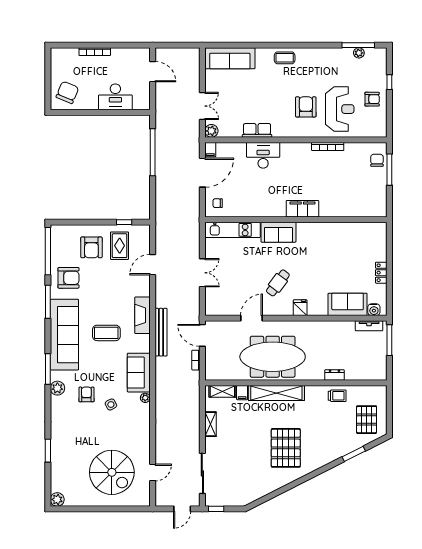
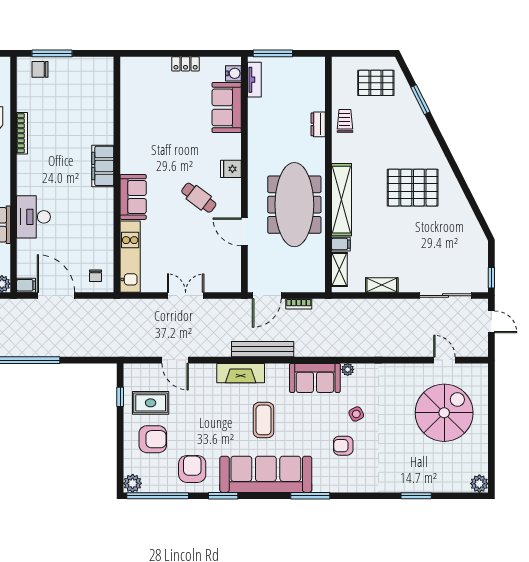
window: (48, 302) -> (223, 496), width x0.69
plant: (57, 388) -> (133, 483), moved

